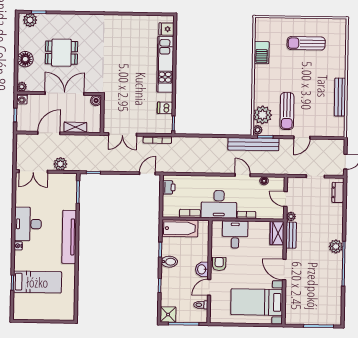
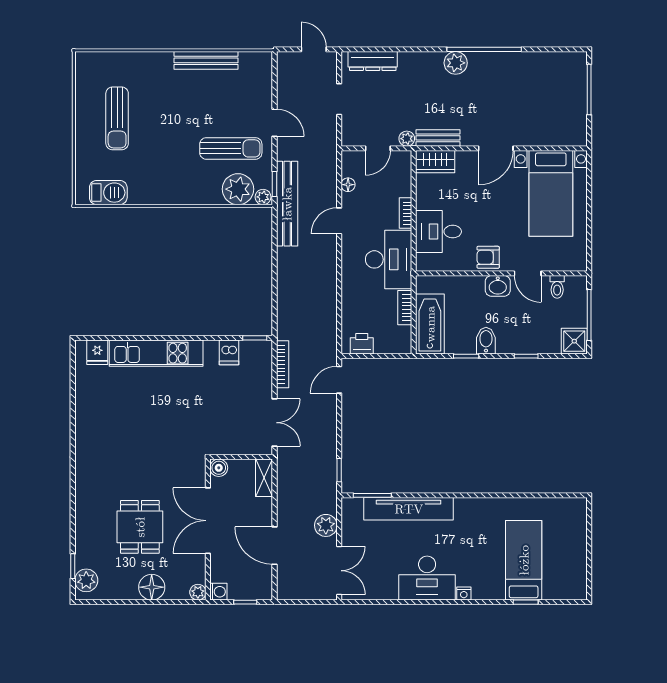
barbecue: (262, 53) -> (108, 193), moved
shelving: (75, 127) -> (264, 478), moved
door: (147, 173) -> (339, 380), hinge flipped
dresser: (338, 192) -> (373, 61), width x1.44
tv unit: (69, 237) -> (409, 509), moved

